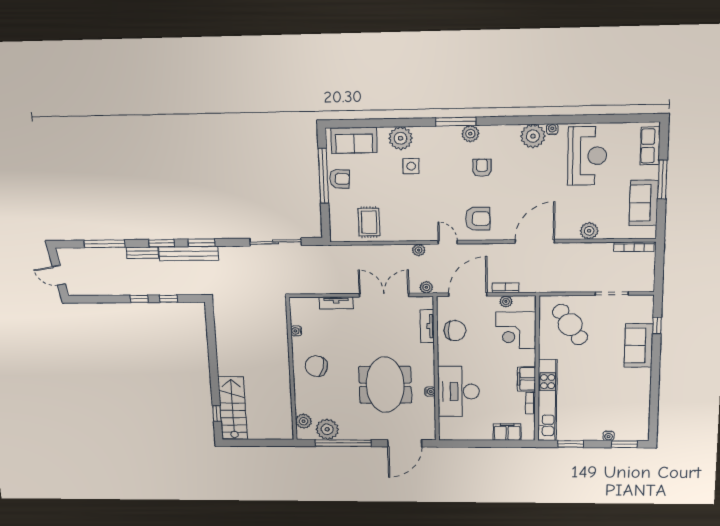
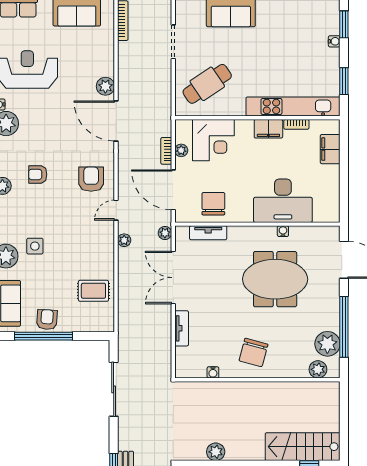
plant: (589, 231) -> (105, 86), moved
plant: (223, 334) -> (216, 452), added

